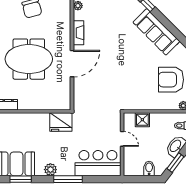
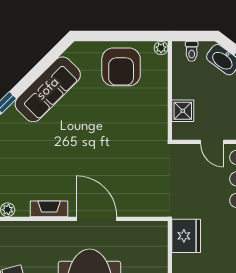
door: (122, 139) -> (212, 142), swing flipped

